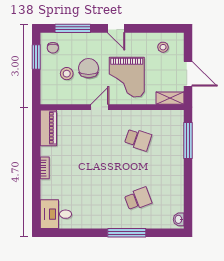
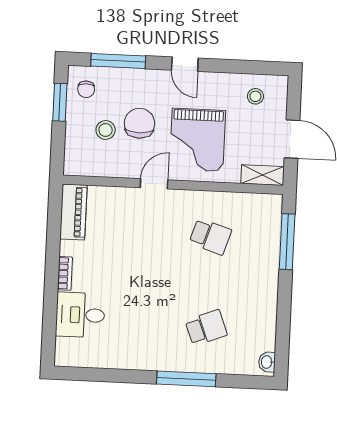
desk: (56, 214) -> (80, 315), moved

